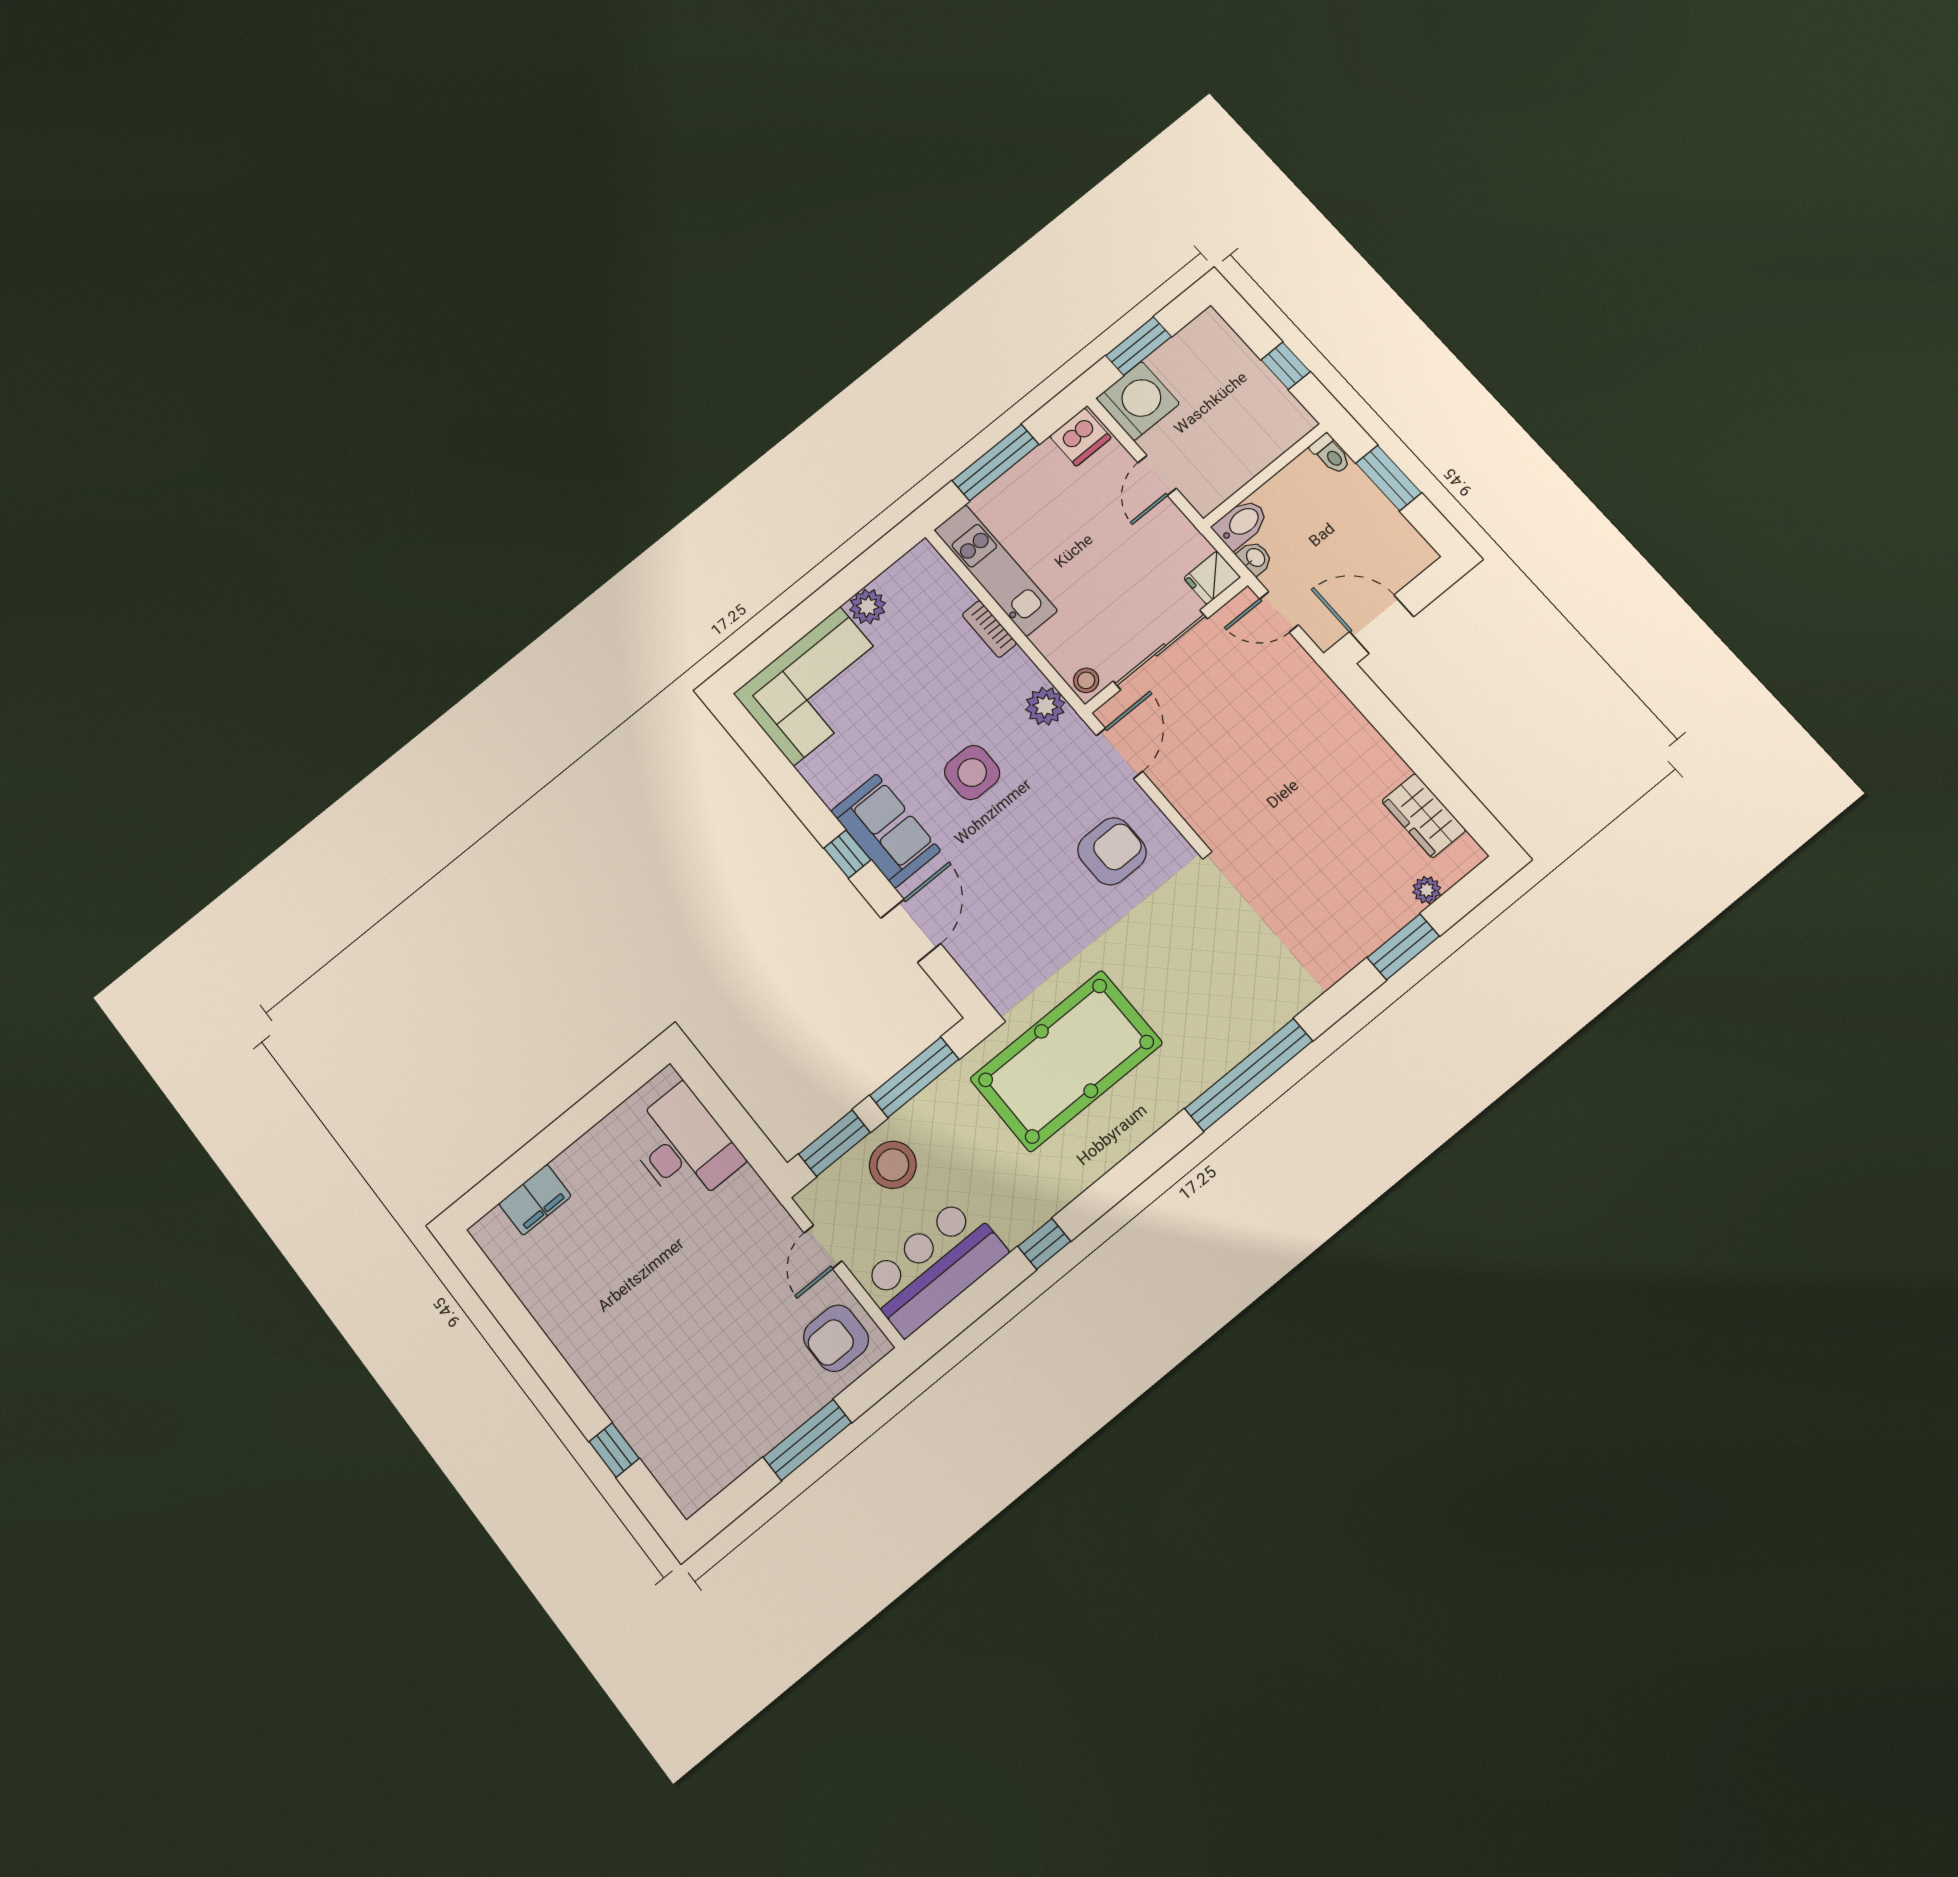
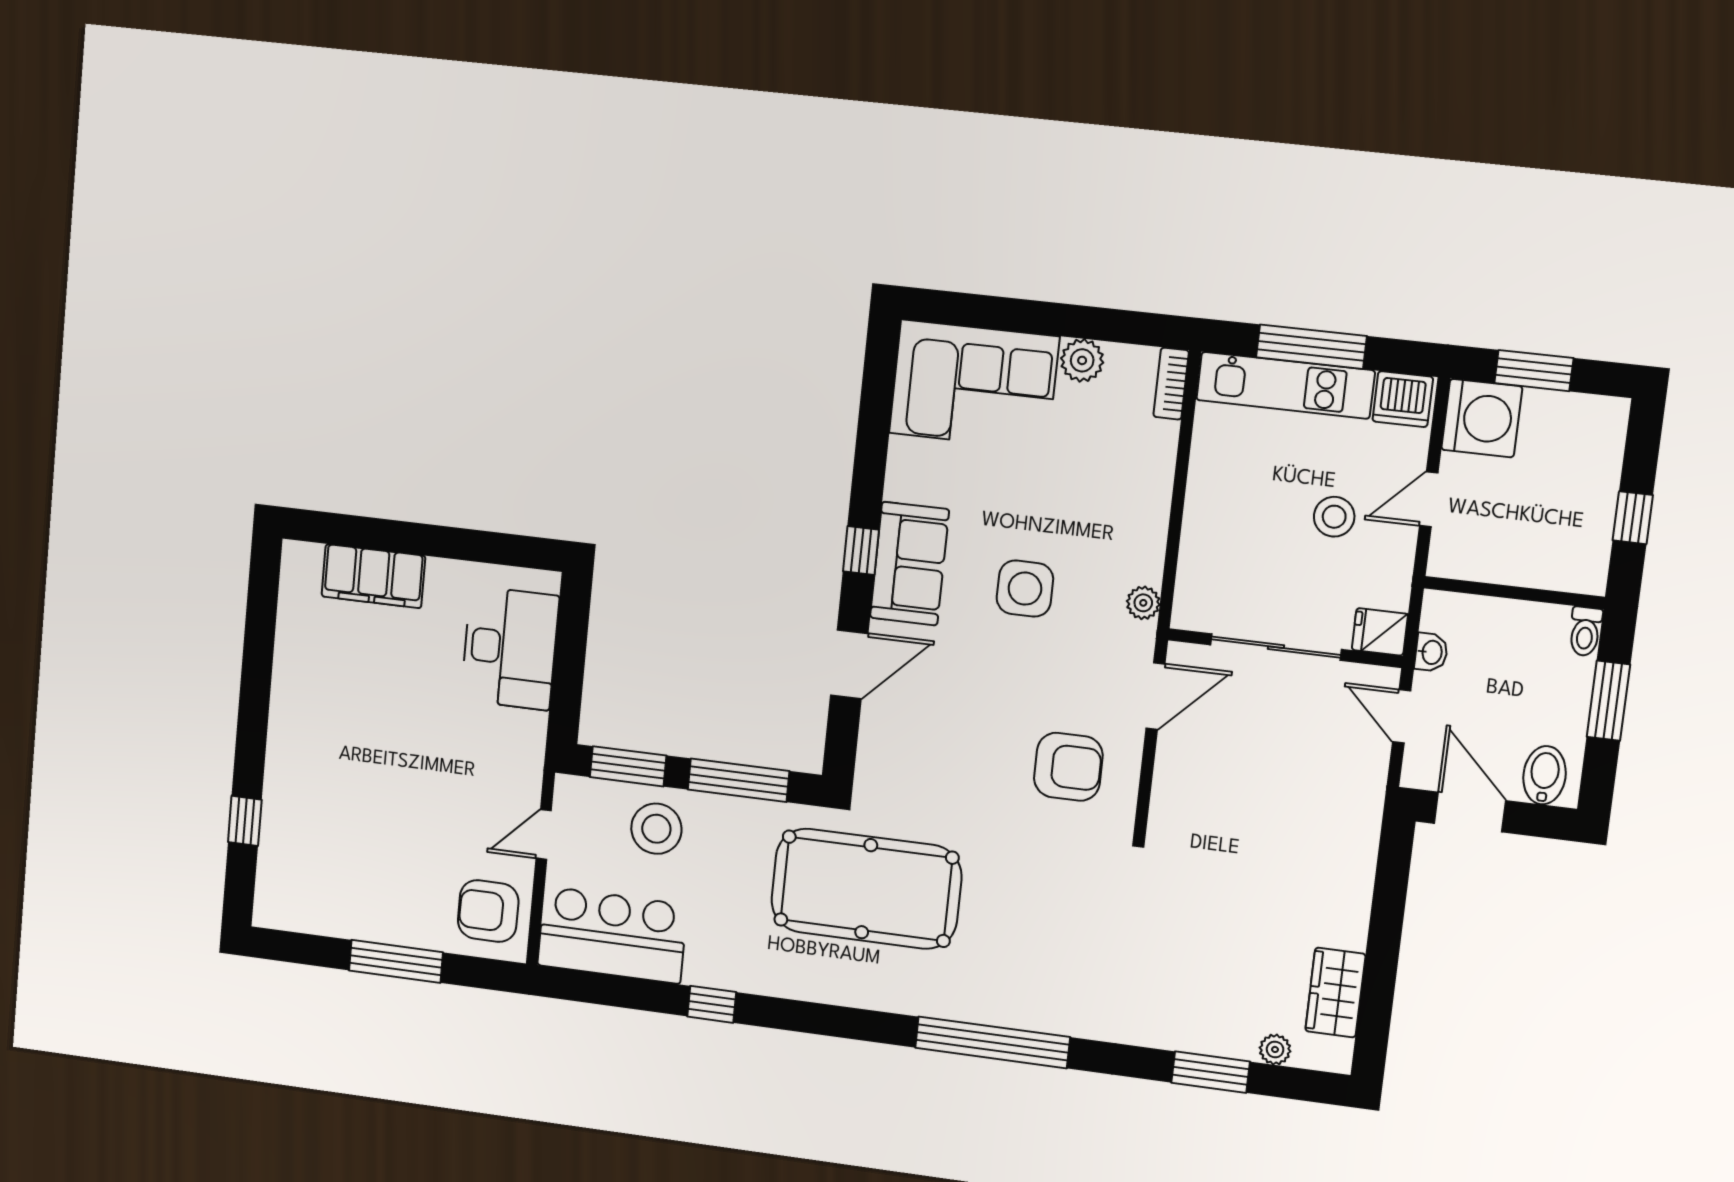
bidet: (1241, 524) -> (1544, 775), moved, turned -90
kitchen unit: (996, 570) -> (1285, 385), moved, turned 90
bookcase: (989, 629) -> (1171, 384), moved
stool: (1086, 680) -> (1334, 517), moved, width x1.37, depth x1.37
plant: (1045, 706) -> (1143, 603), width x0.73, depth x0.73
filing cabinet: (535, 1200) -> (373, 576), width x1.50, depth x1.17

